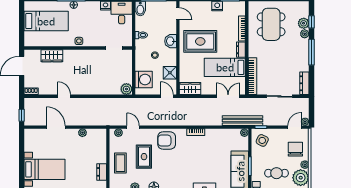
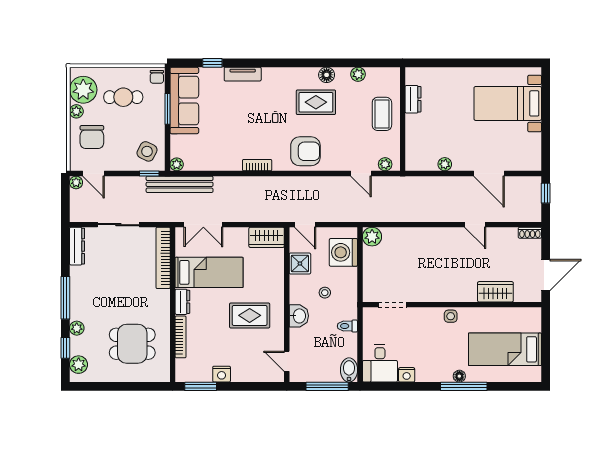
plant: (304, 23) -> (79, 365), moved
dining table: (271, 24) -> (132, 344), width x0.73
rug: (200, 41) -> (250, 315), width x0.73, depth x0.70
door: (294, 127) -> (93, 173), hinge flipped
rug: (144, 157) -> (316, 102), moved, turned 90

